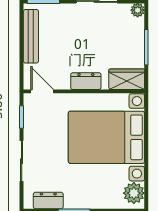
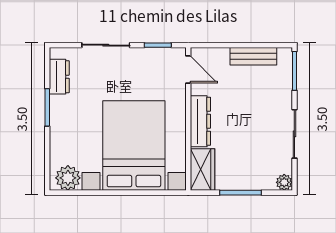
bench: (31, 36) -> (253, 56), width x0.73
dresser: (86, 81) -> (200, 121), width x1.44
door: (42, 91) -> (188, 70), hinge flipped

